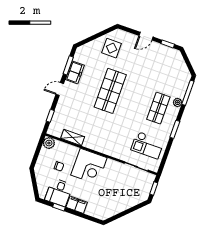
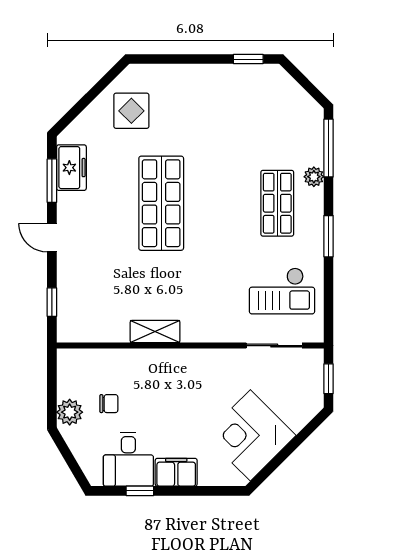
door: (146, 36) -> (196, 59), removed
freezer: (75, 72) -> (71, 168), moved
door: (60, 89) -> (52, 238), hinge flipped
shelving: (73, 138) -> (155, 331), moved
plant: (49, 143) -> (70, 412), moved
corner desk: (89, 166) -> (250, 435), moved, turned 135

